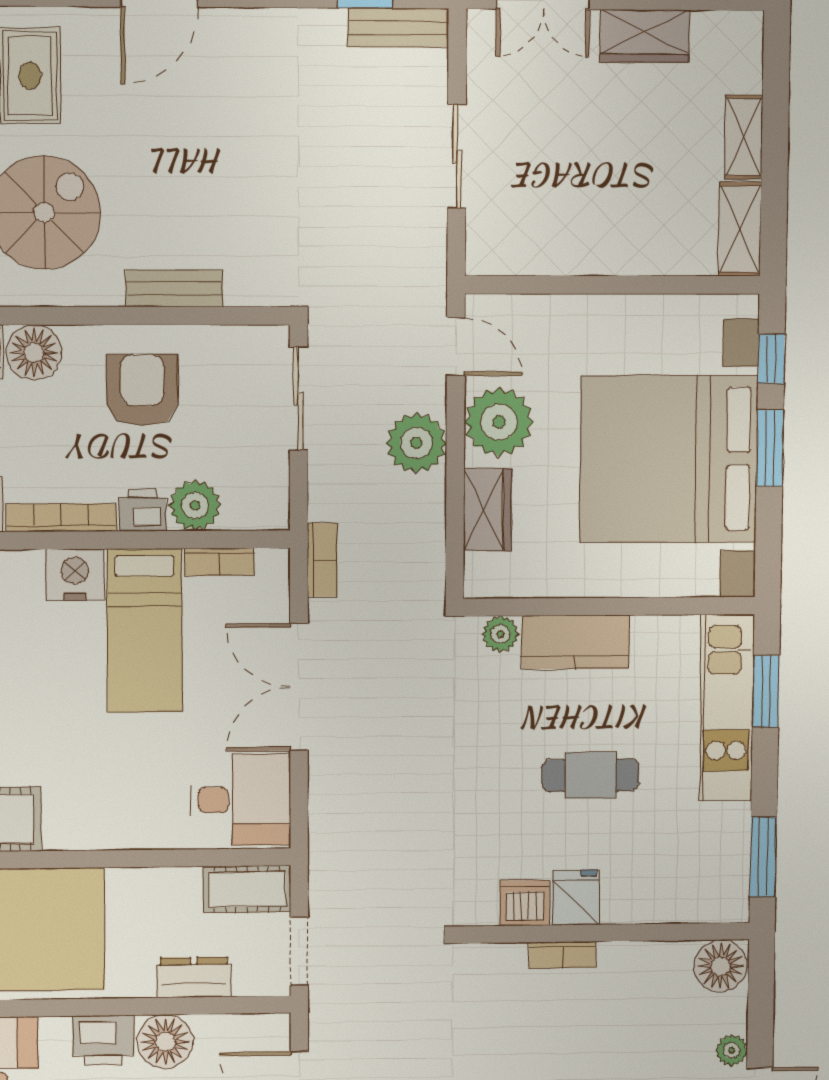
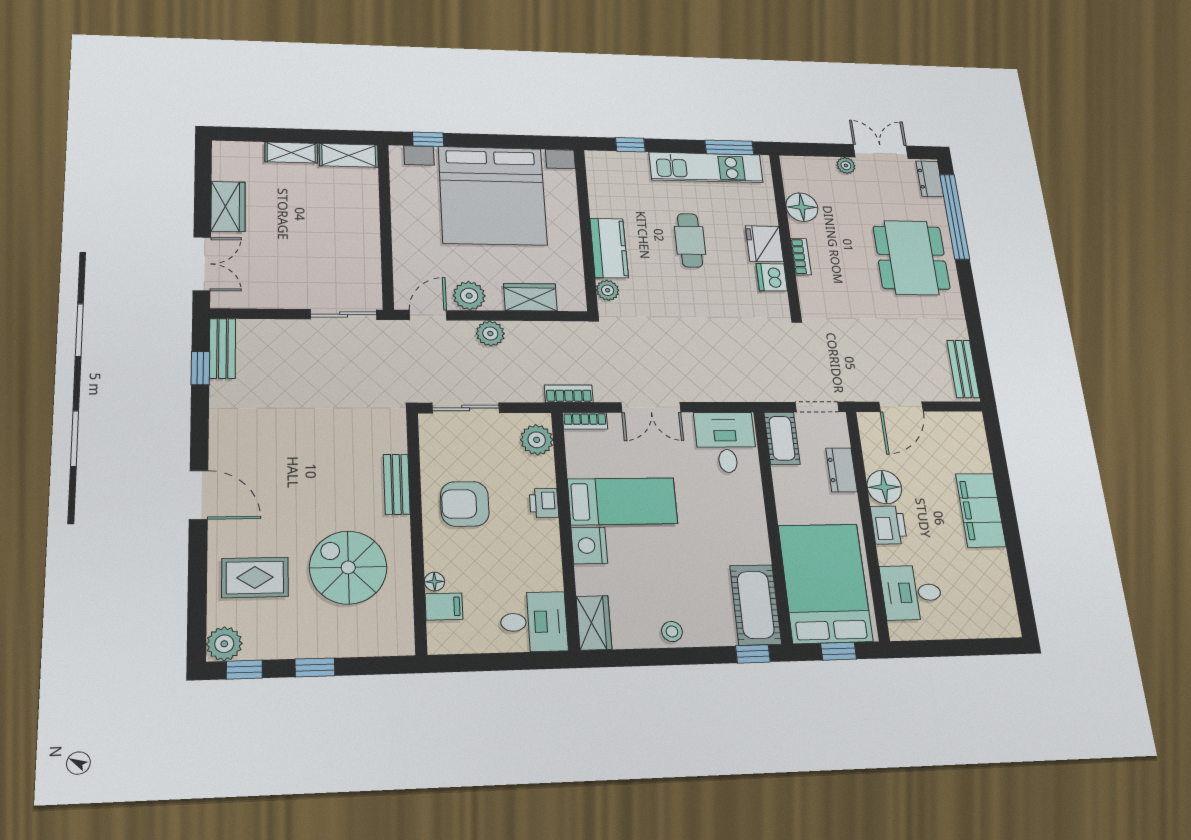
sliding door: (457, 156) -> (344, 314), moved
floor lamp: (34, 352) -> (435, 582), width x0.53, depth x0.53
plant: (499, 422) -> (469, 296), width x0.73, depth x0.73
plant: (416, 443) -> (490, 333), width x0.73, depth x0.73
window: (770, 448) -> (483, 141), removed
plant: (195, 505) -> (537, 440), moved
bookcase: (61, 518) -> (552, 554), removed
bookcase: (219, 562) -> (585, 421), moved, turned 90
double door: (299, 687) -> (651, 407), width x0.73
window: (766, 692) -> (630, 145), width x0.67
kitchen unit: (727, 708) -> (706, 167), moved
fridge: (576, 897) -> (764, 244), width x1.38
floor lamp: (721, 966) -> (802, 207), moved

